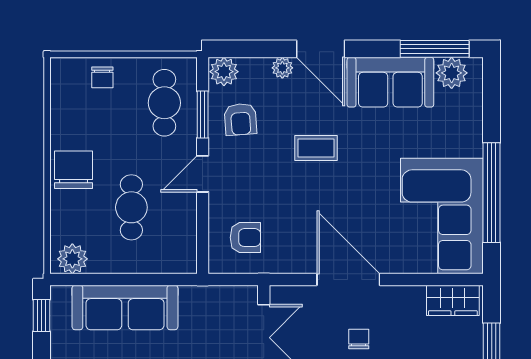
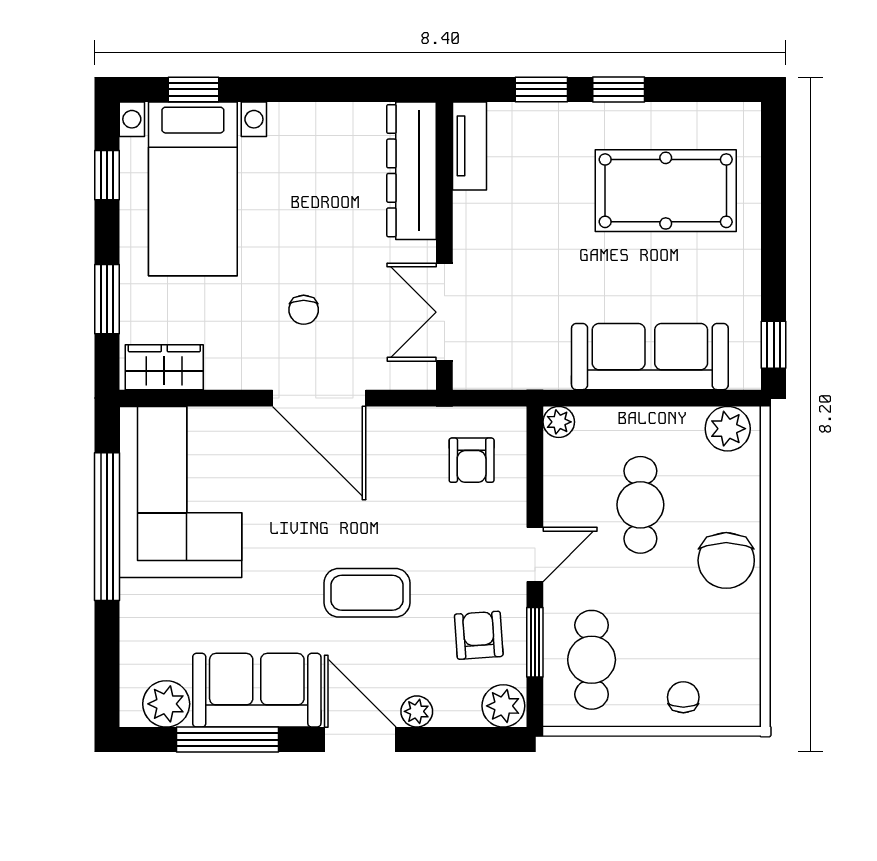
window: (435, 49) -> (227, 740), moved
coffee table: (316, 148) -> (367, 593), width x1.36, depth x1.30
armchair: (245, 238) -> (472, 460), turned -90
plant: (187, 263) -> (559, 422), added

